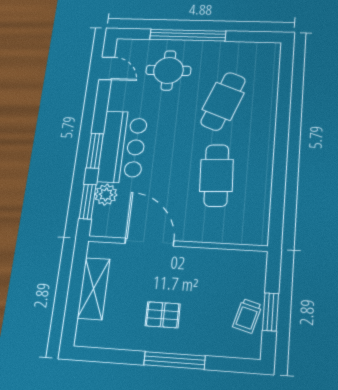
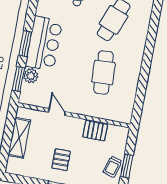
door: (149, 242) -> (57, 112), width x0.53
pallet: (213, 263) -> (95, 131), added
pallet: (163, 315) -> (61, 160), turned 90

